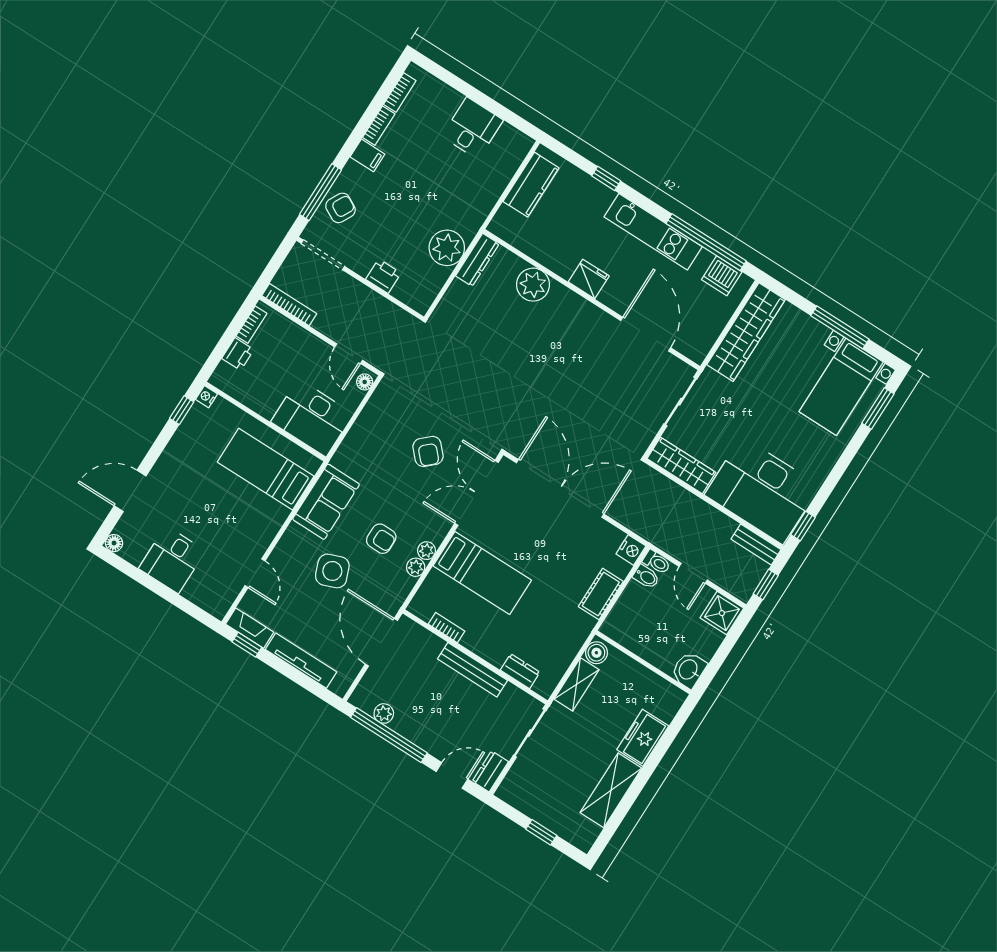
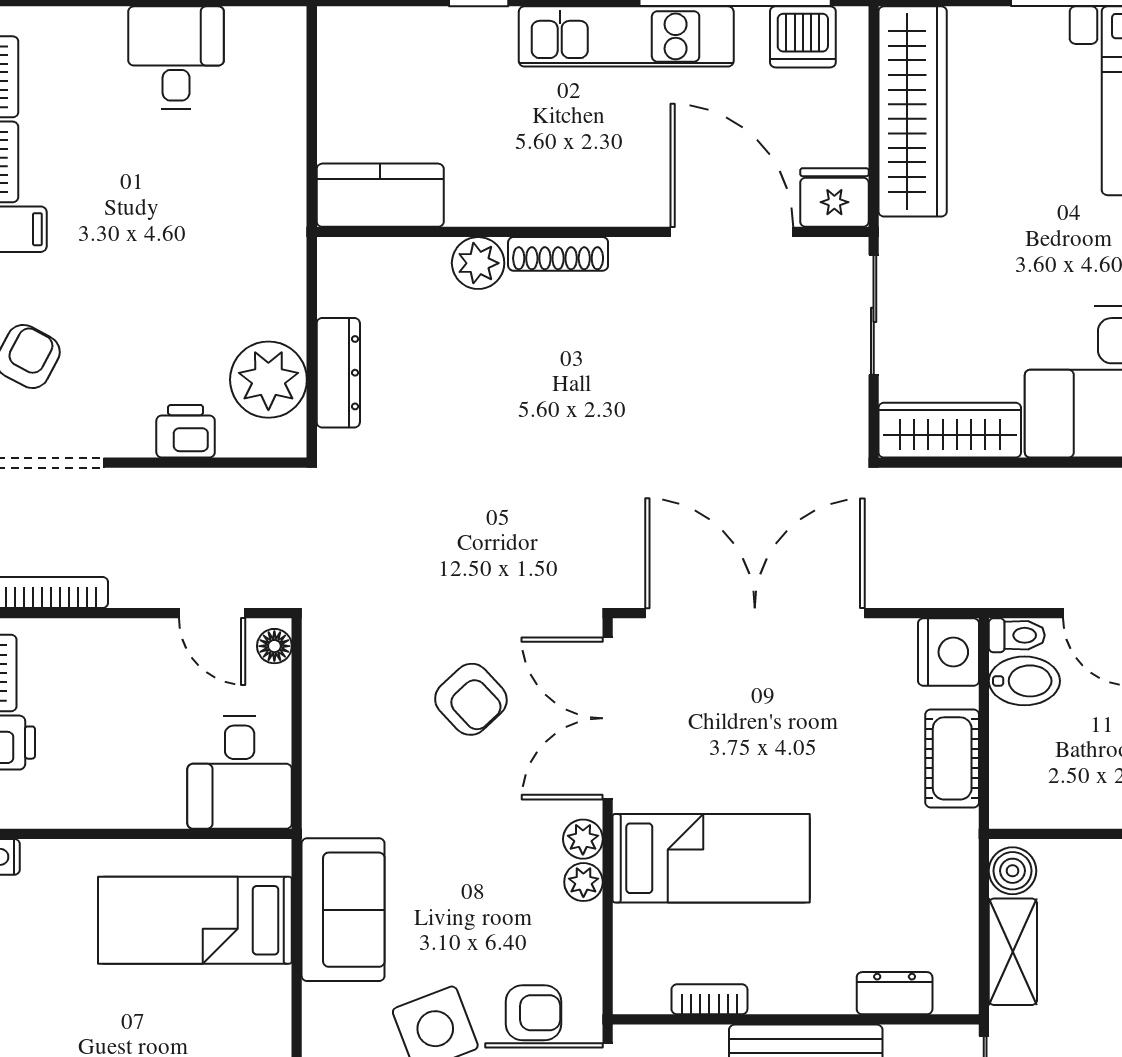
kitchen counter: (531, 185) -> (380, 195), moved, turned -90
plant: (447, 248) -> (268, 380), moved
dresser: (477, 260) -> (338, 373), moved
fridge: (589, 279) -> (834, 198), moved
plant: (533, 285) -> (478, 263), width x0.73, depth x0.73
shoe rack: (573, 300) -> (558, 254), added
desk: (312, 418) -> (240, 773), width x0.73
armchair: (381, 539) -> (534, 1013), moved
nightstand: (631, 550) -> (948, 652), width x1.36, depth x1.33
plant: (416, 567) -> (583, 839), moved
bidet: (646, 577) -> (1024, 681), width x1.38, depth x1.36

